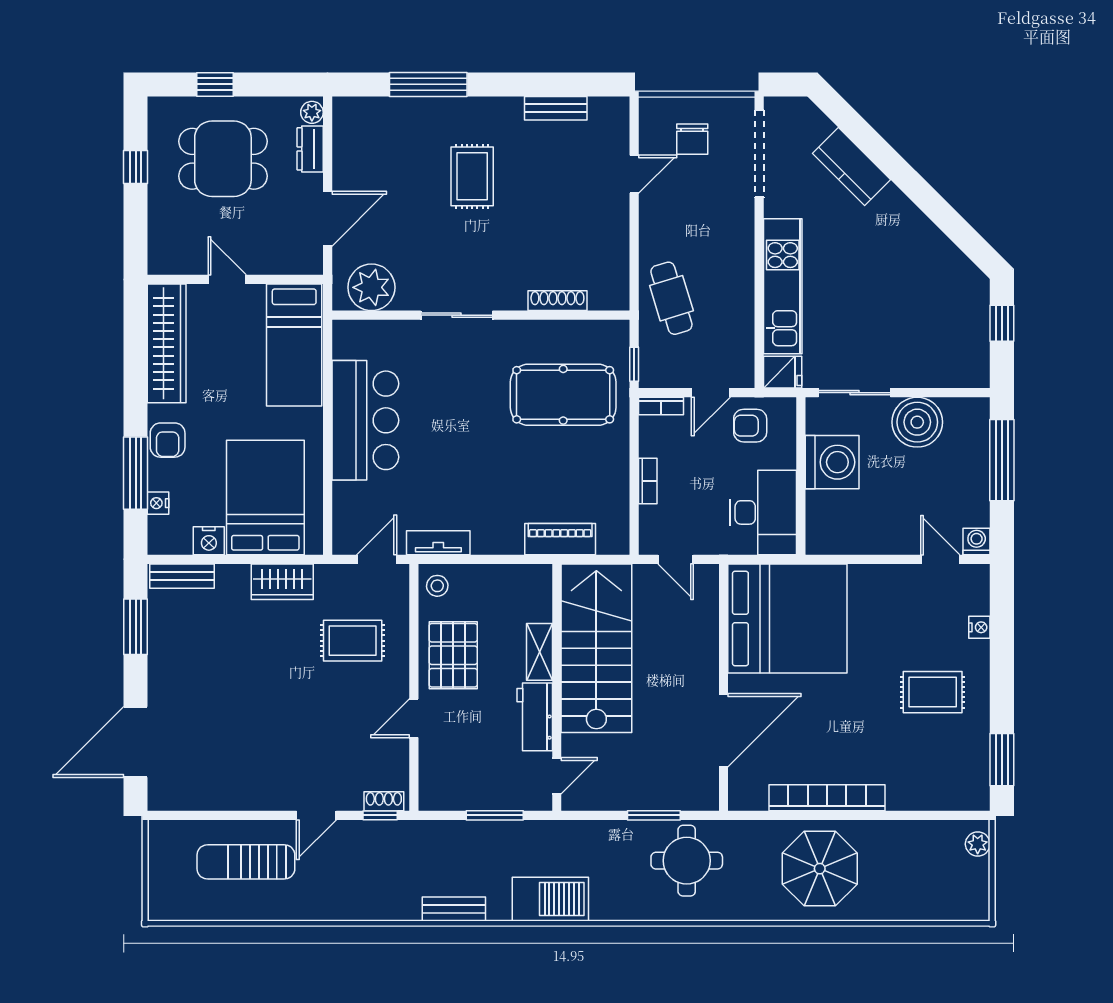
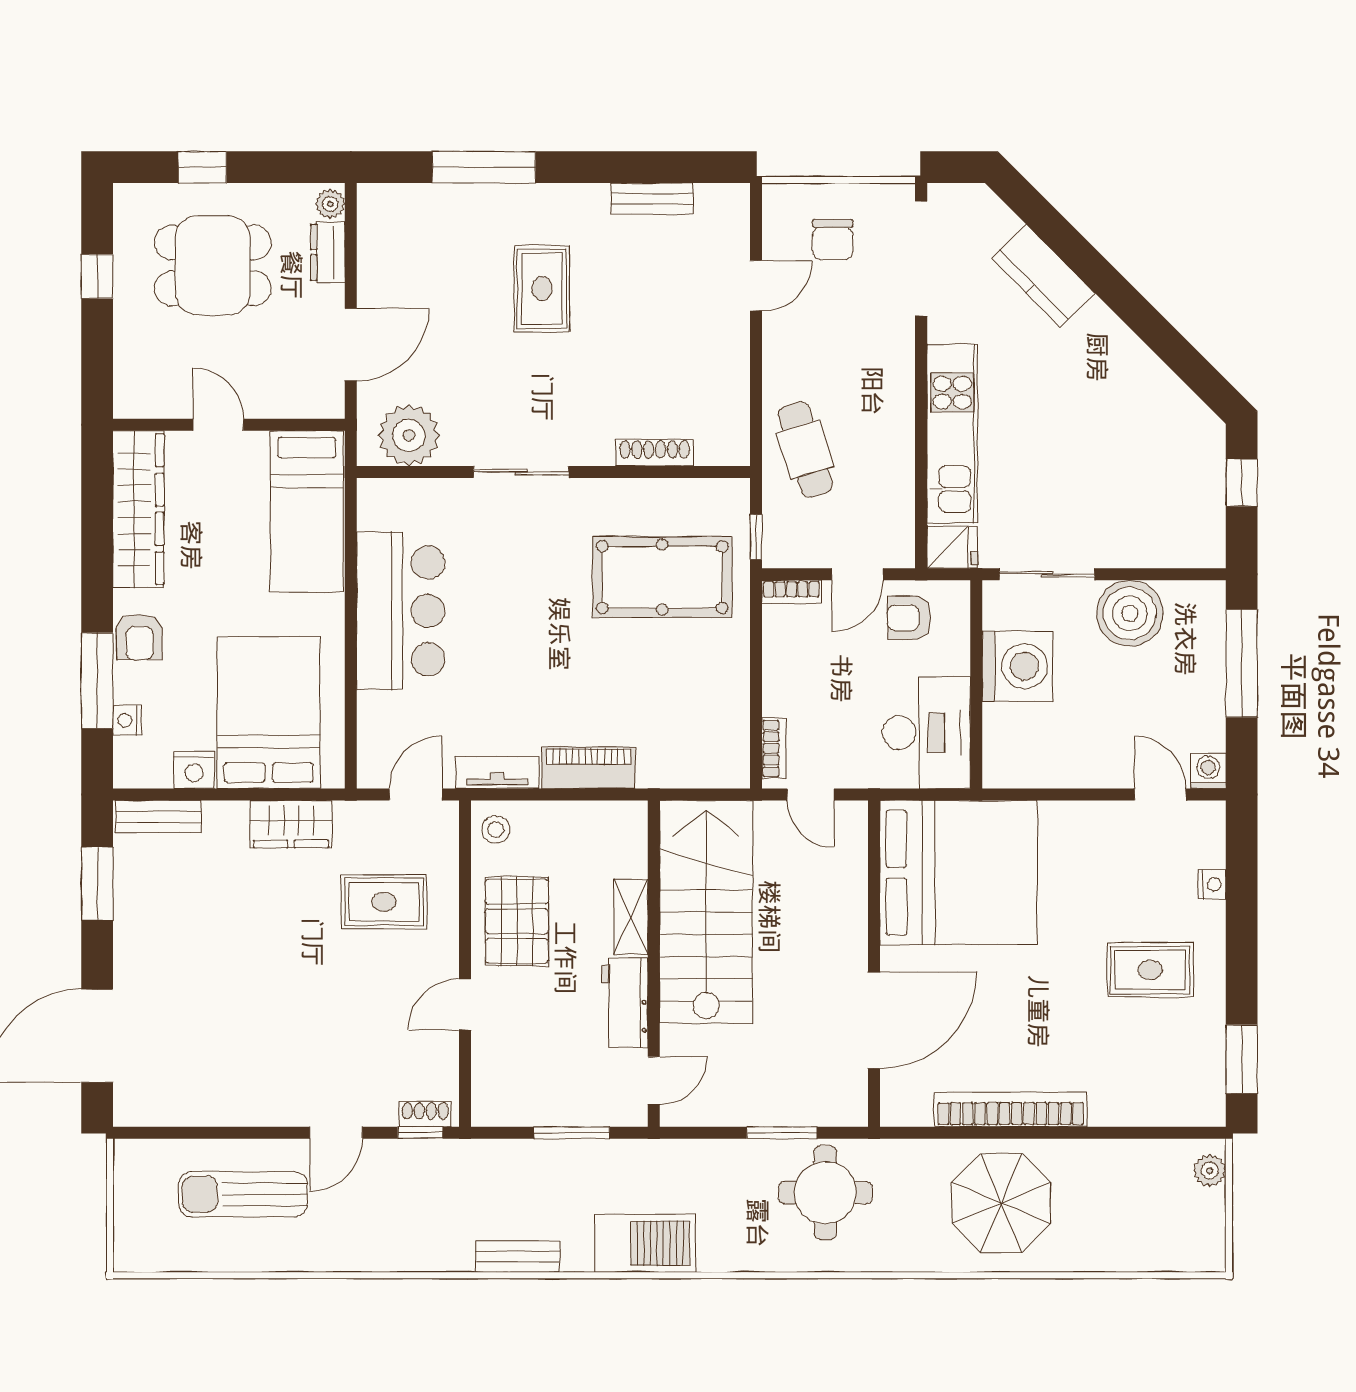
bookcase: (648, 481) -> (774, 748), moved
piano: (560, 539) -> (589, 768), moved

